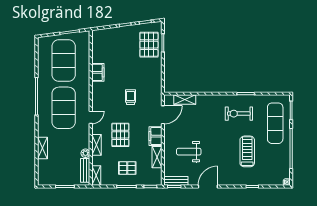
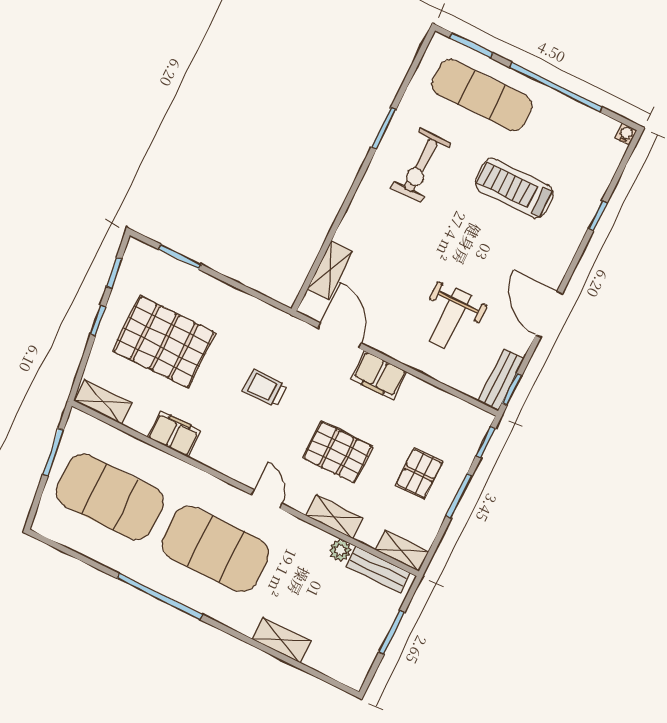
pallet: (149, 45) -> (164, 342), moved, width x1.37, depth x1.41
shelving: (157, 157) -> (103, 402), moved

